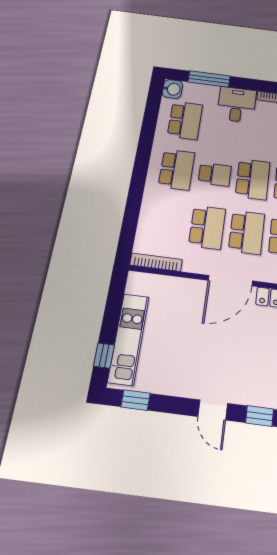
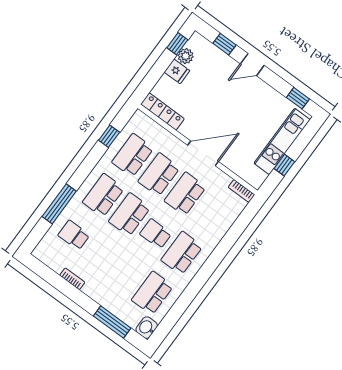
desk: (237, 105) -> (104, 286), removed
bookcase: (156, 262) -> (242, 191), width x0.64
door: (230, 281) -> (203, 153), moved
window: (104, 356) -> (284, 165), moved
door: (213, 410) -> (252, 65), swing flipped

